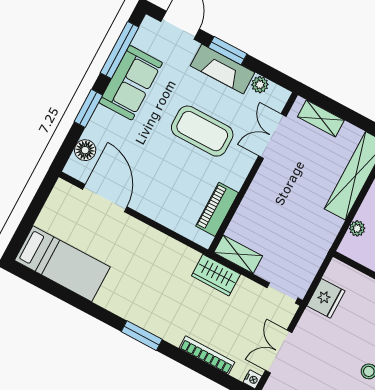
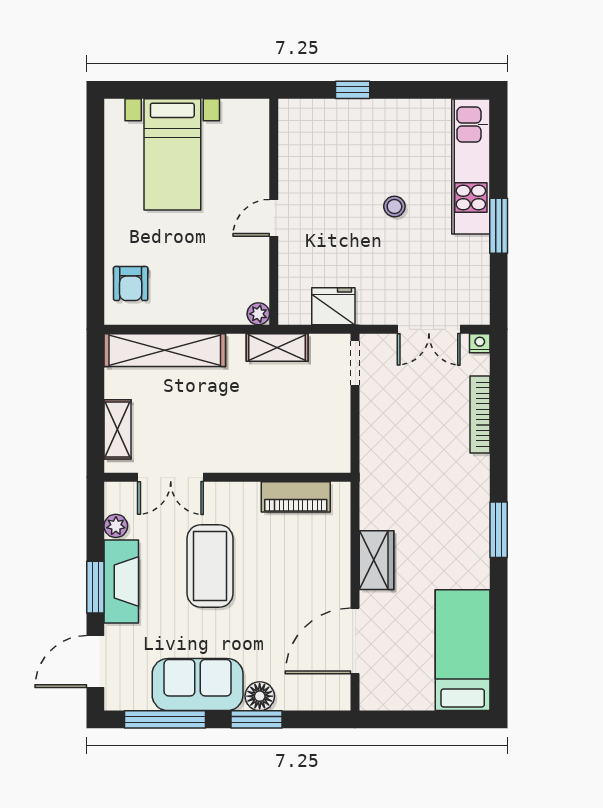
floor lamp: (85, 150) -> (260, 696), moved
plant: (357, 228) -> (258, 314), moved
shelving: (238, 254) -> (277, 347), moved, turned 90
wardrobe: (216, 275) -> (376, 560), moved
window: (142, 336) -> (499, 530), moved

